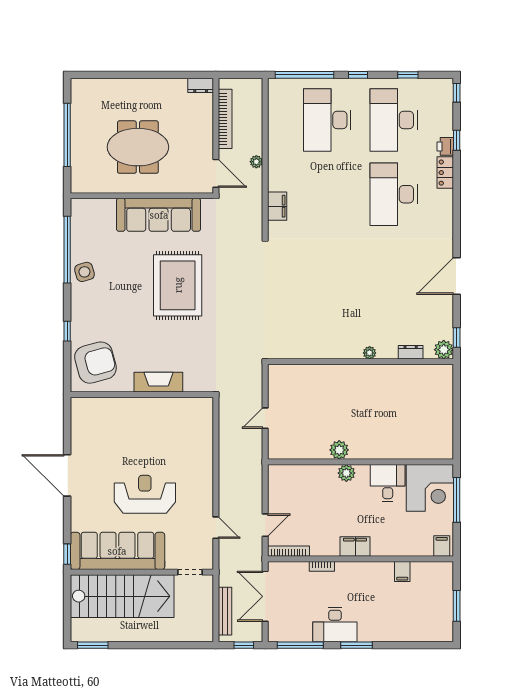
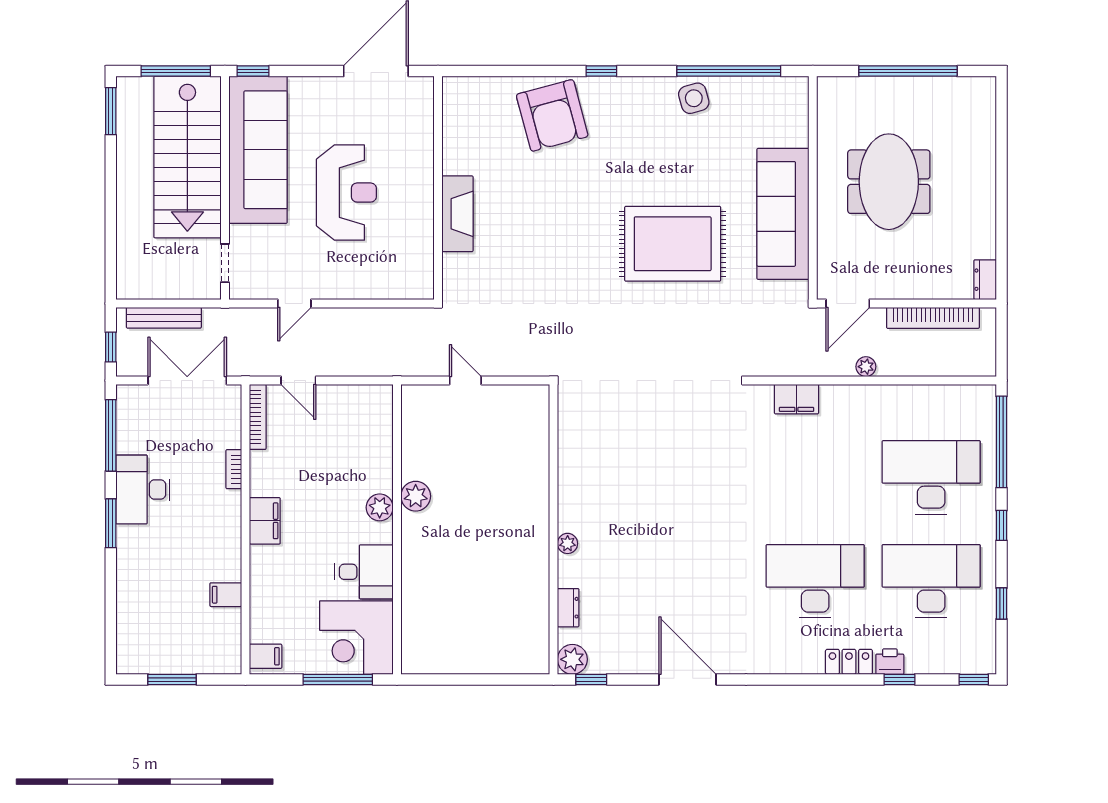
fireplace: (158, 382) -> (457, 214), moved
wall: (142, 395) -> (438, 188), moved
window: (67, 604) -> (176, 71), added

